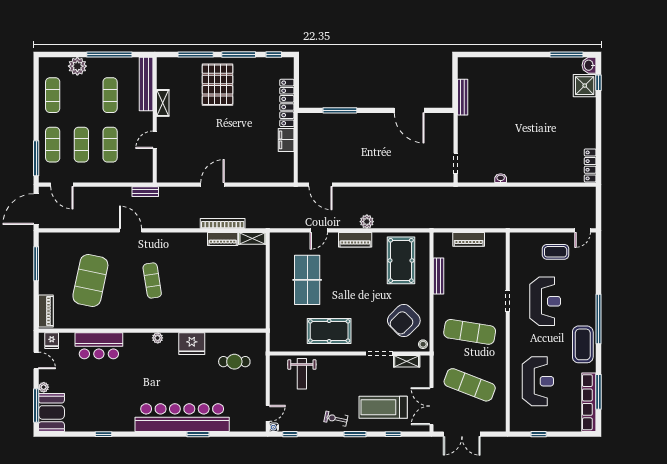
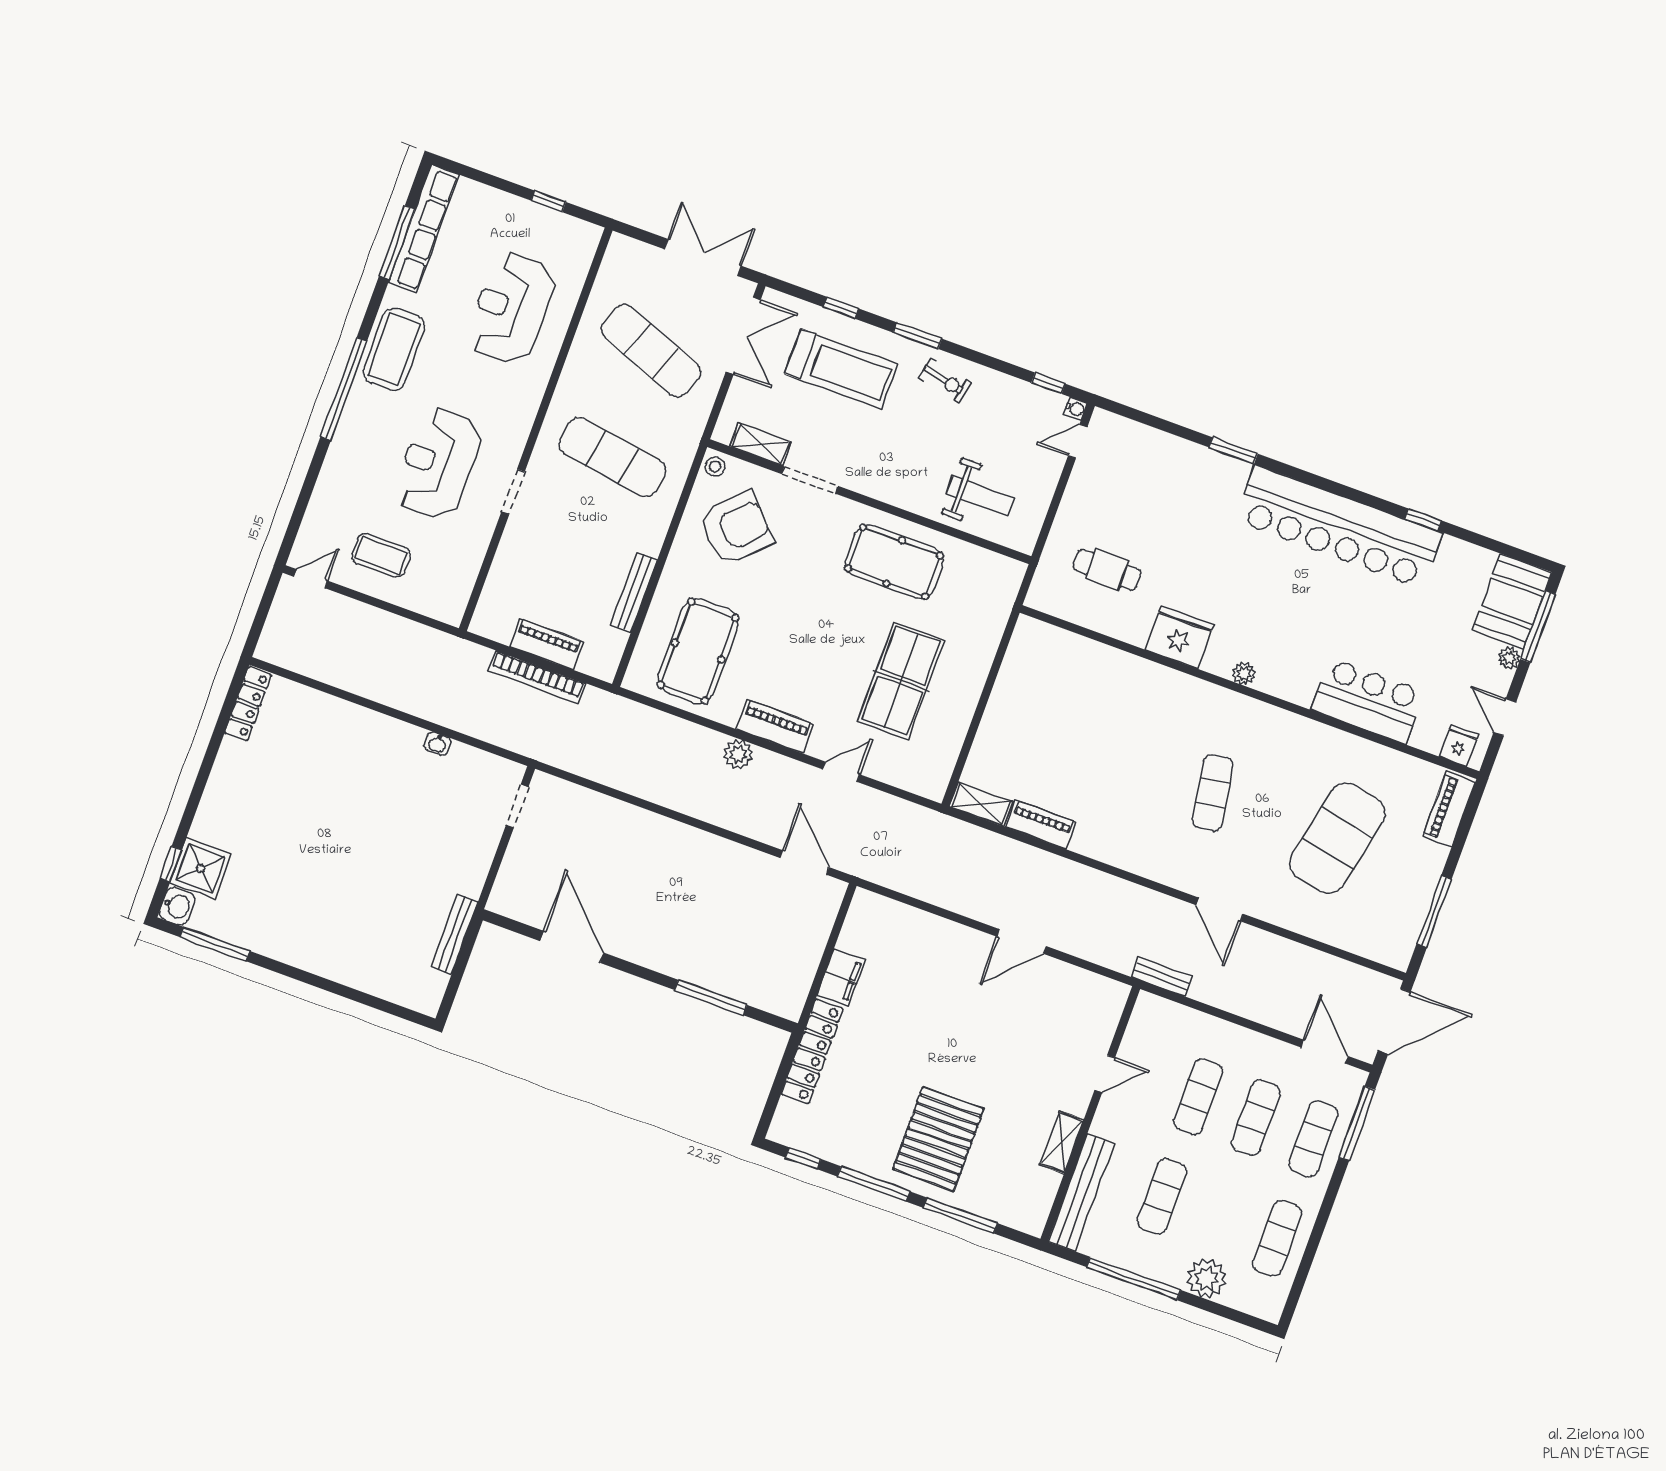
bookcase: (223, 223) -> (537, 677), moved
weight bench: (302, 374) -> (980, 496), turned 90
bar counter: (182, 418) -> (1339, 527), moved

